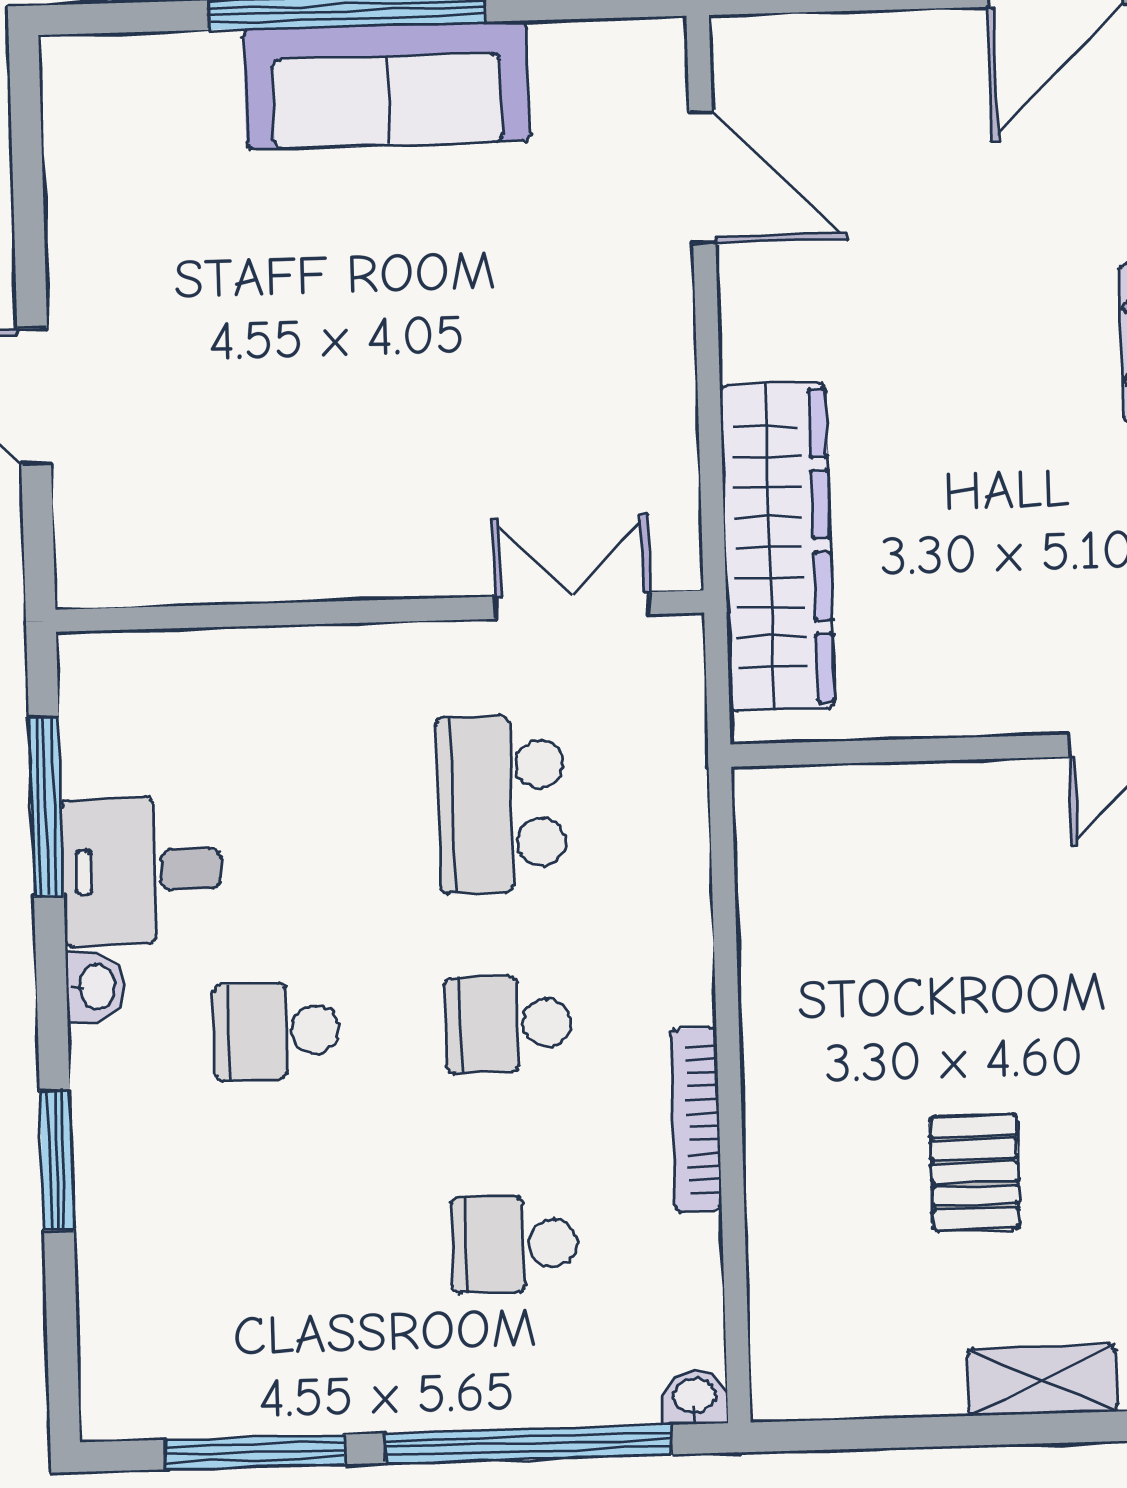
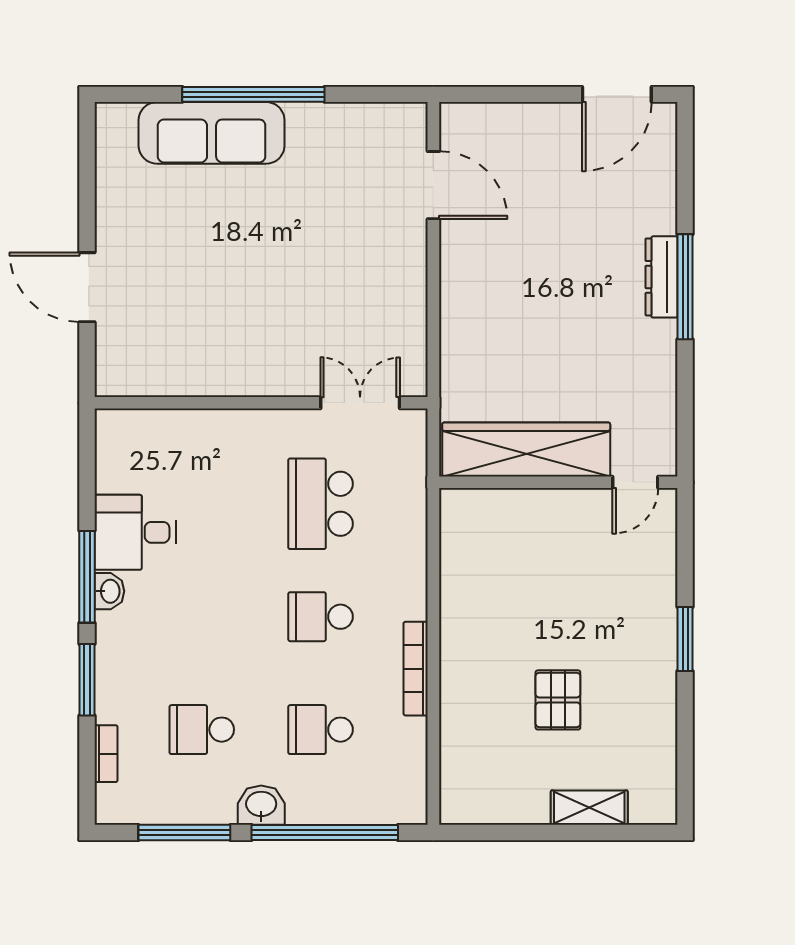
sofa: (387, 85) -> (212, 133), moved
wardrobe: (777, 547) -> (526, 449), moved, turned -90
window: (46, 807) -> (87, 577), moved
school desk: (276, 1031) -> (202, 730), moved
bookcase: (98, 1303) -> (106, 754), added
washbasin: (695, 1397) -> (261, 805), moved, width x1.38, depth x1.45

